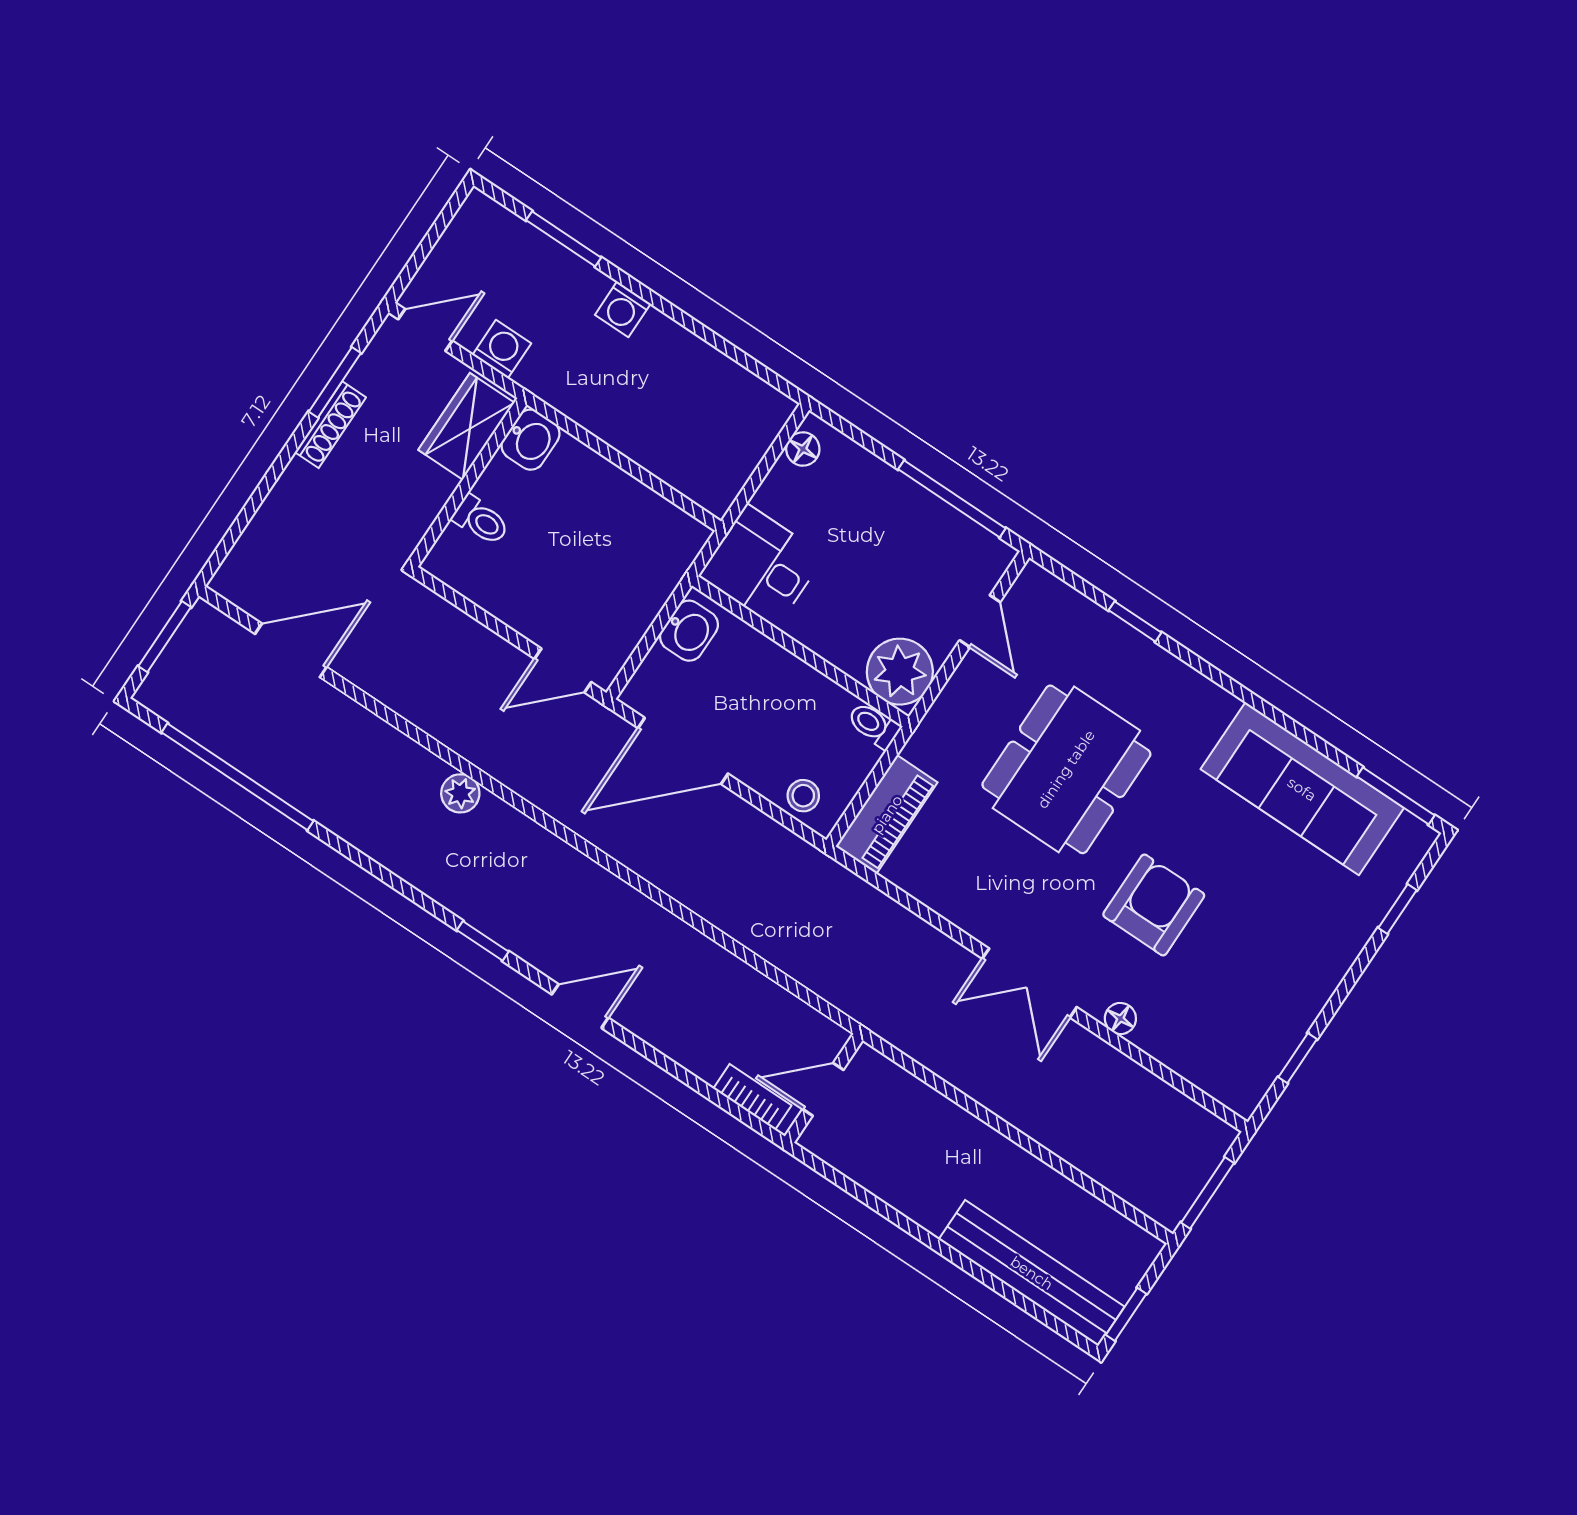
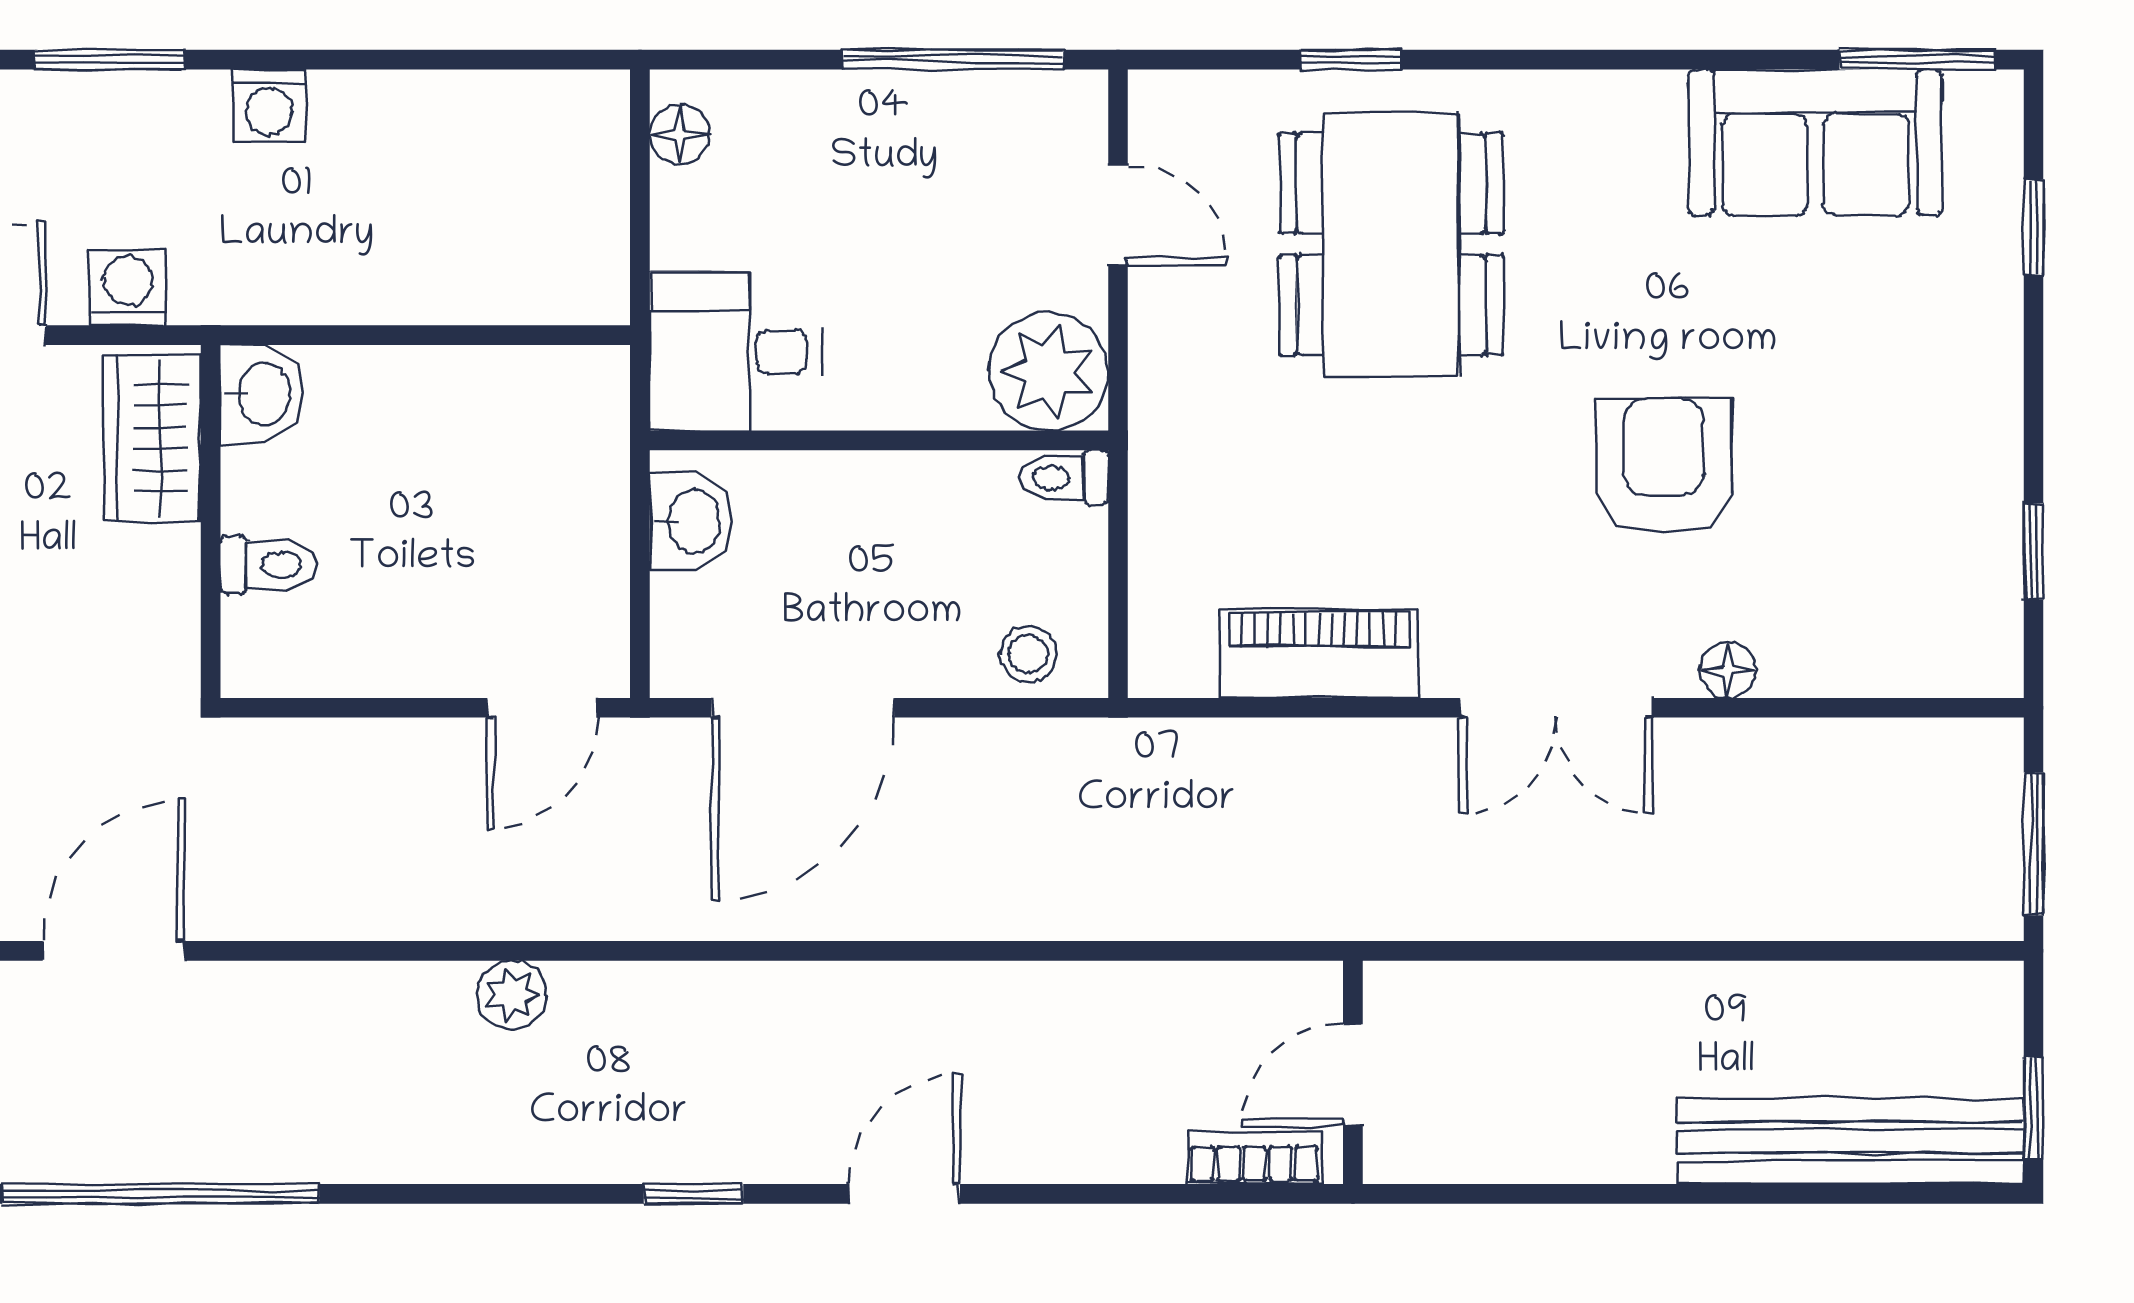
dining table: (1066, 769) -> (1391, 244), moved
sofa: (1302, 789) -> (1815, 142), width x0.73
piano: (887, 814) -> (1319, 654), moved, turned -90

